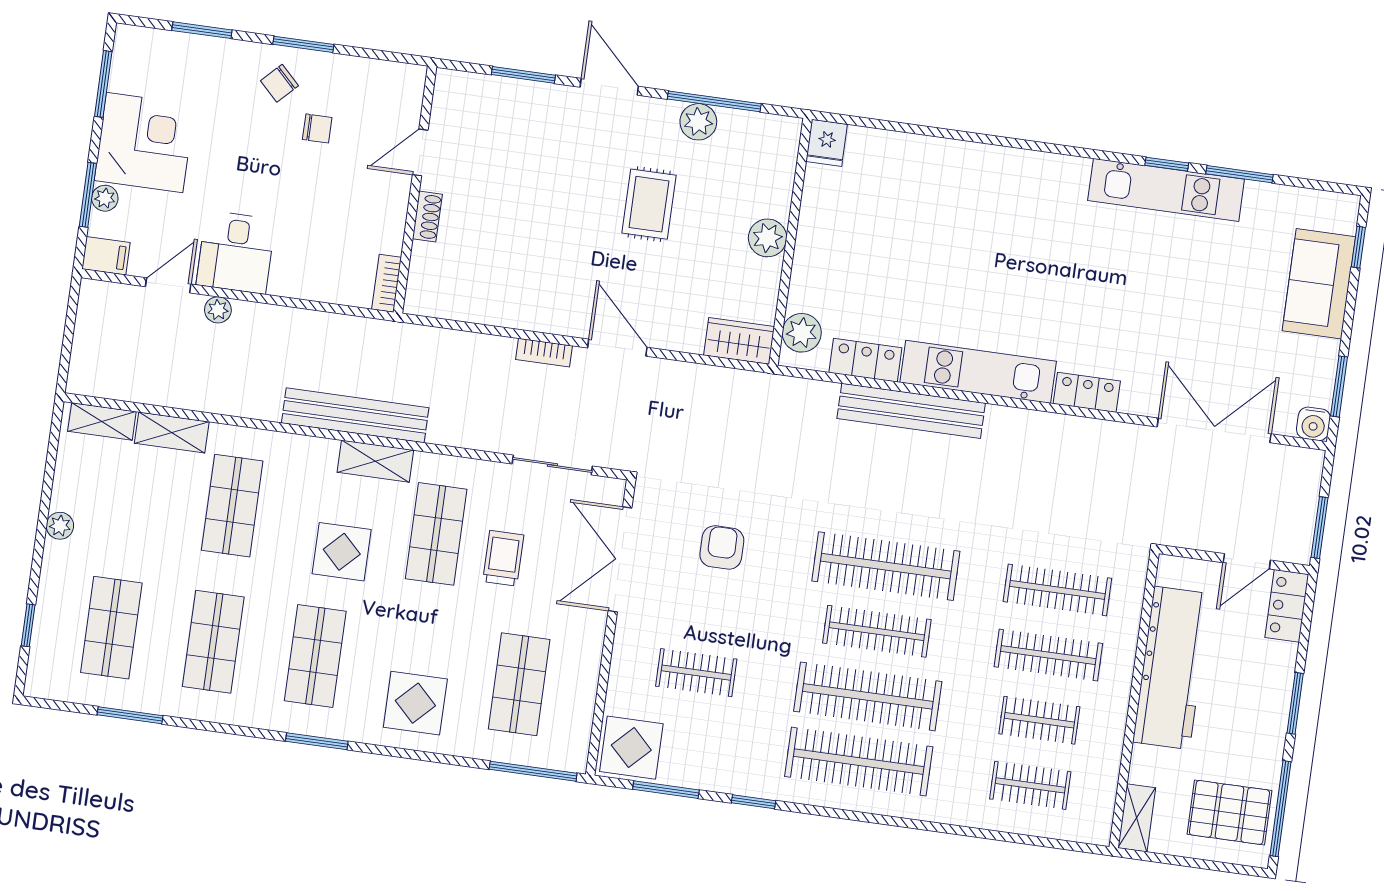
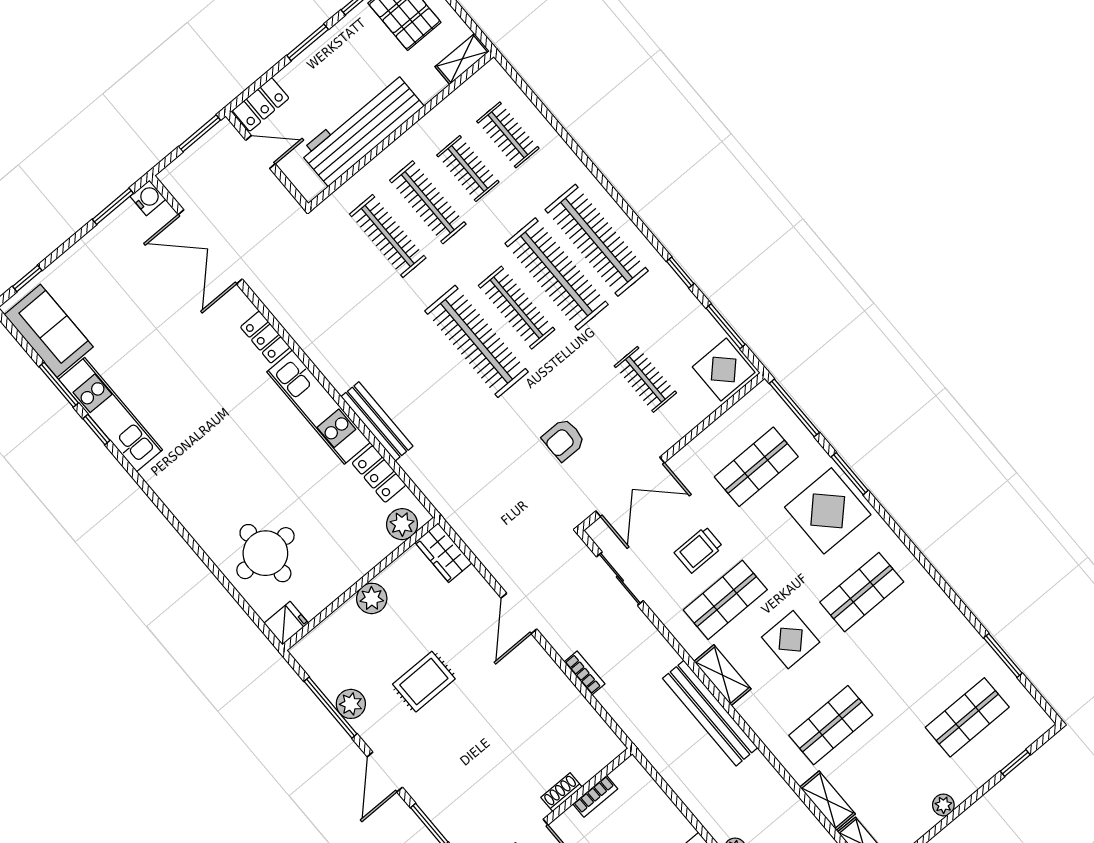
round table: (905, 191) -> (265, 553), added
bookcase: (387, 283) -> (595, 796), moved
sofa: (1319, 284) -> (49, 331), moved, turned -90
bookcase: (544, 353) -> (585, 673), moved
bench: (911, 411) -> (377, 421), width x0.73, depth x0.82
shop shelf: (213, 642) -> (915, 655), removed
display table: (415, 703) -> (828, 511), width x1.36, depth x1.36
window: (317, 741) -> (850, 474), moved

